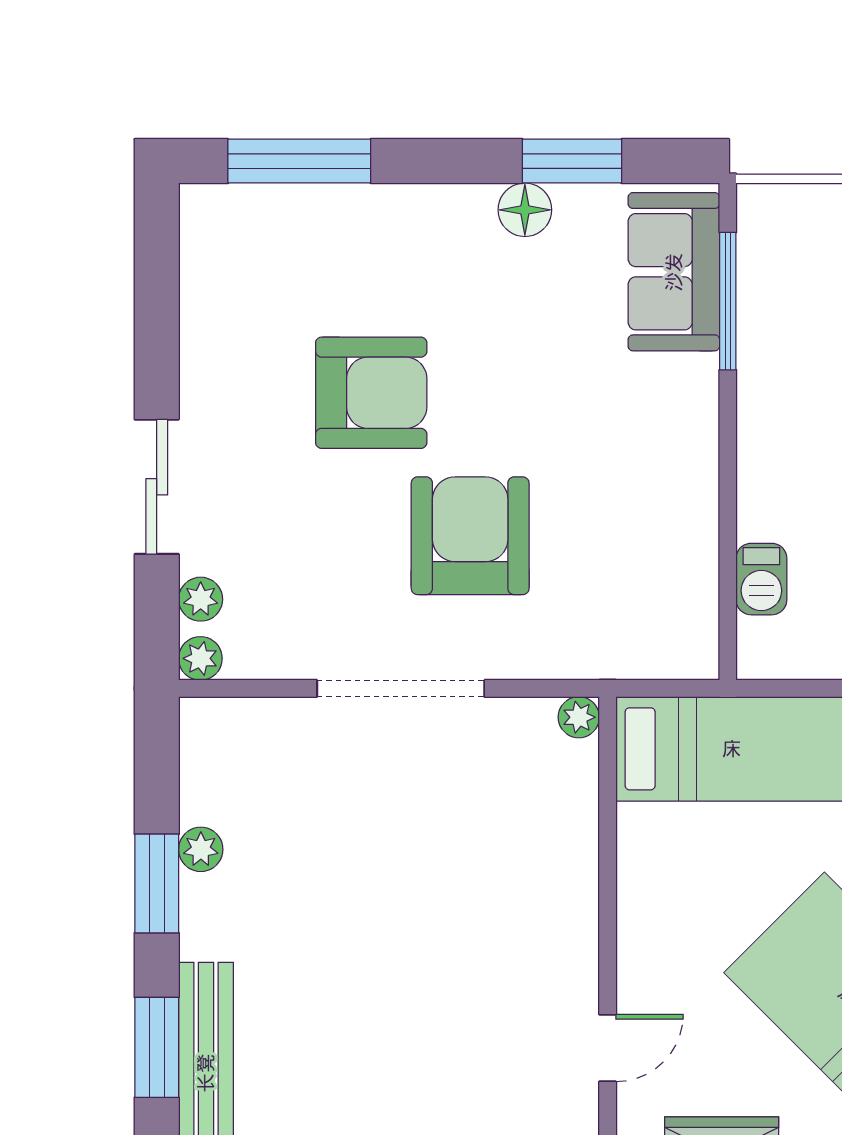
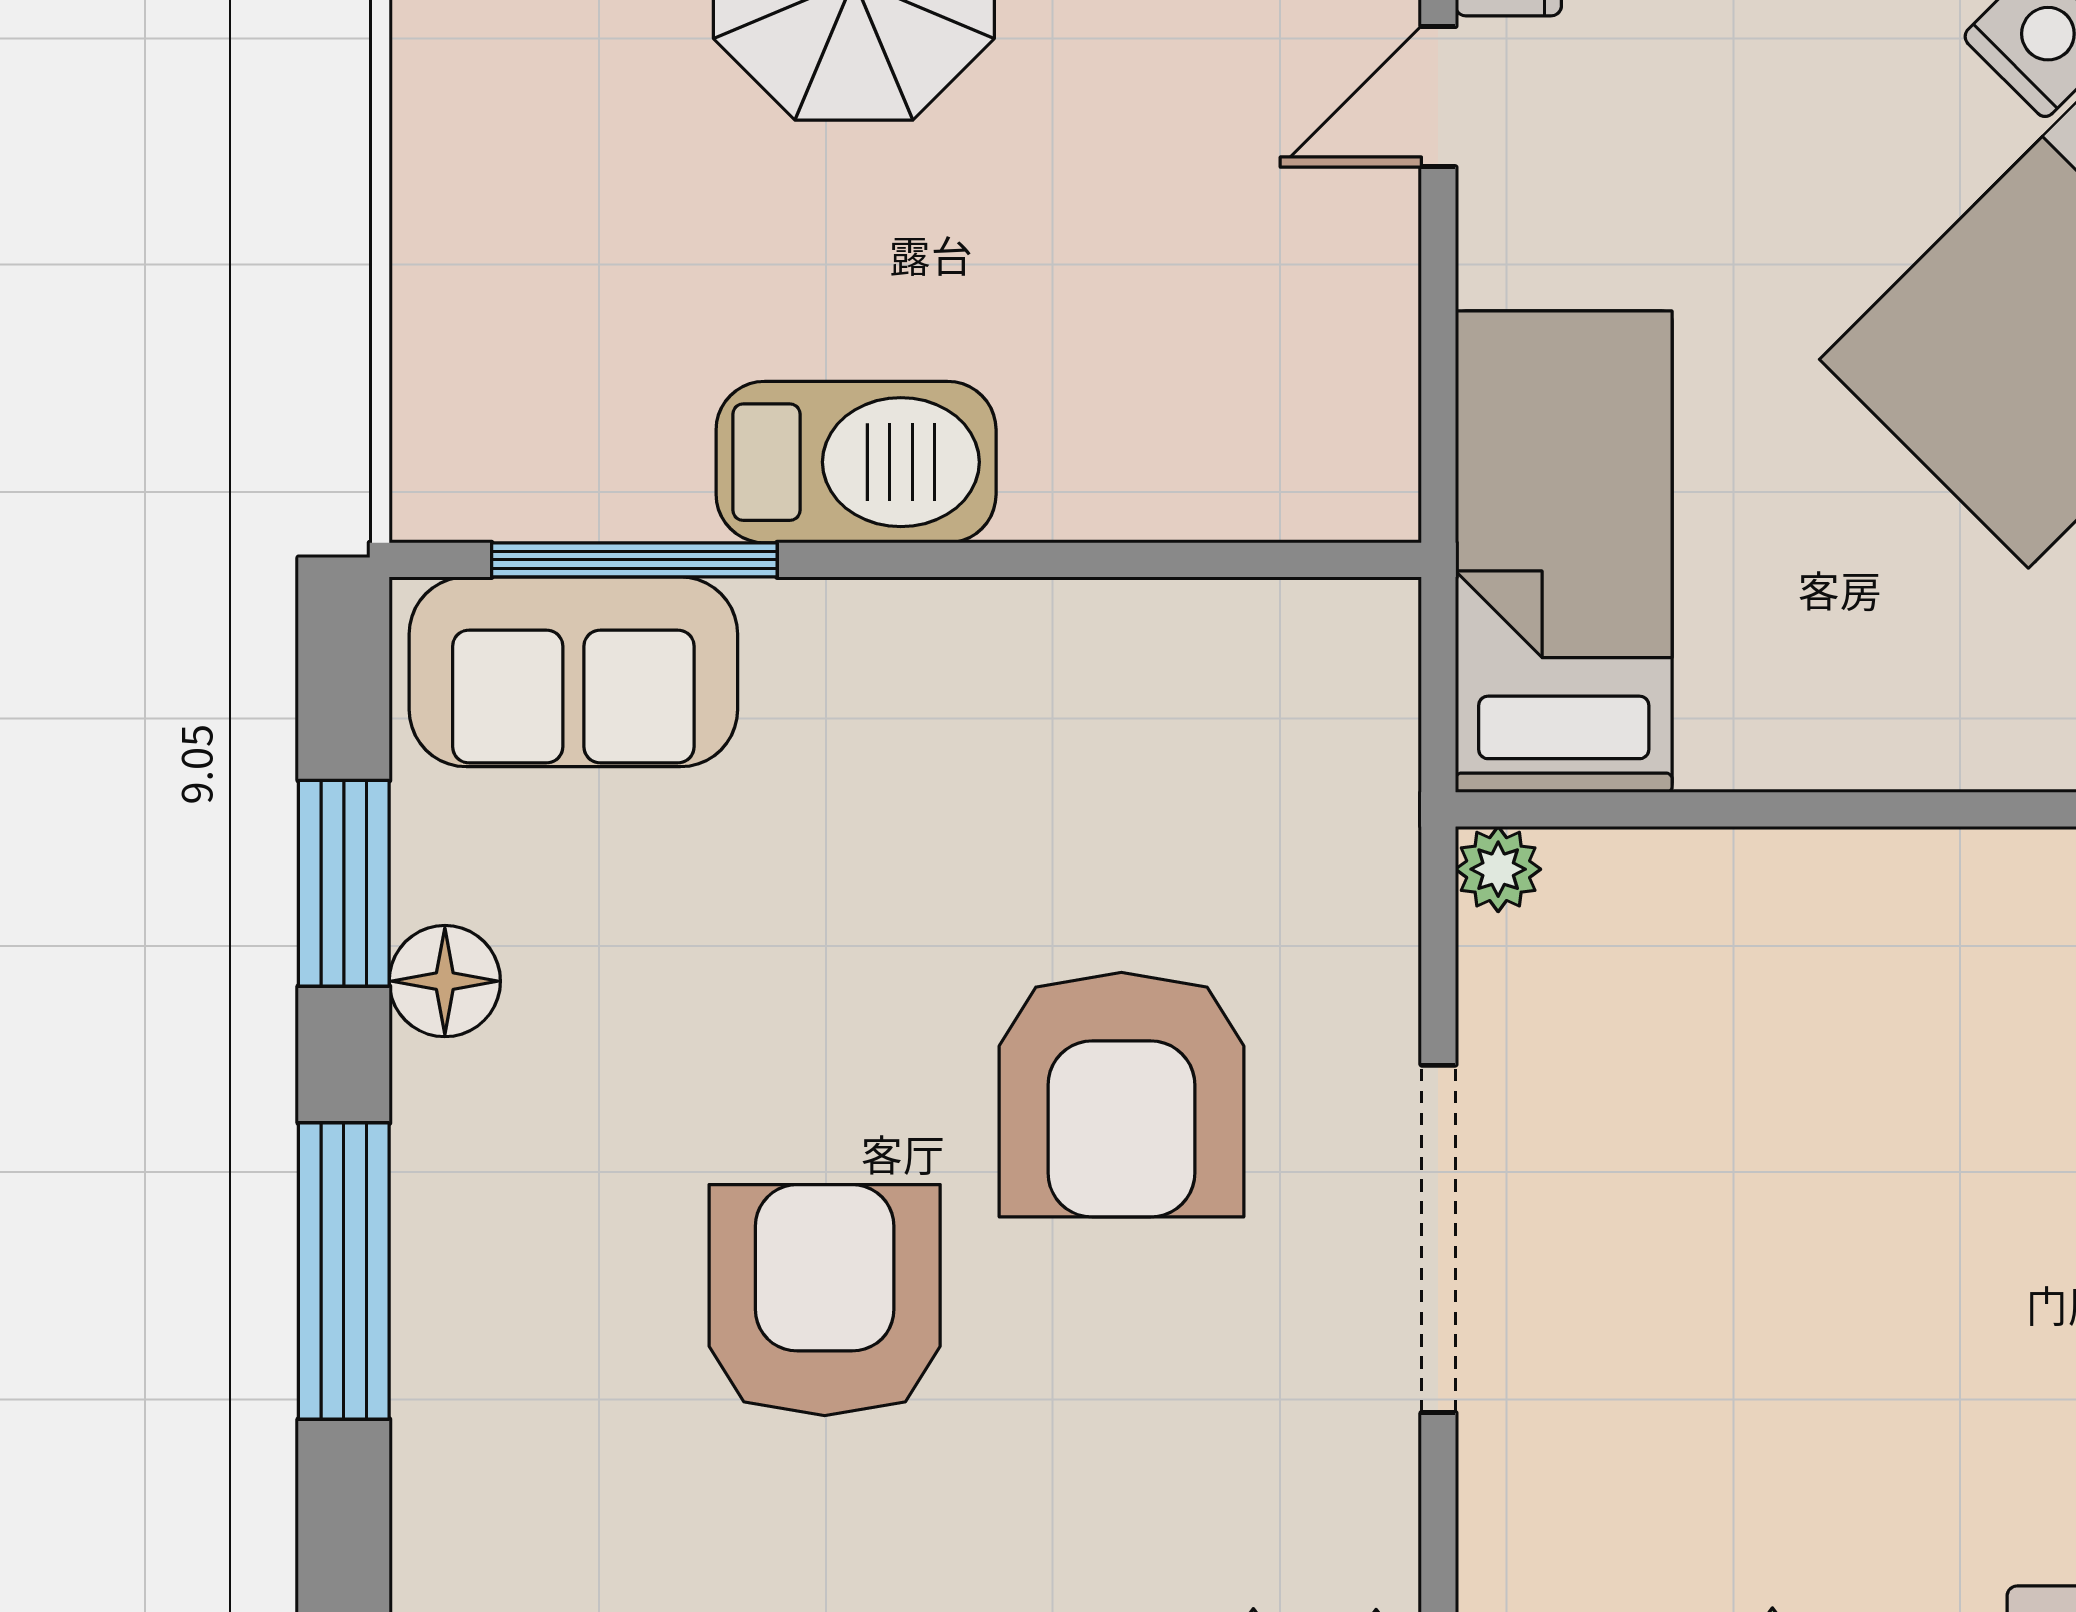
window: (299, 161) -> (344, 1271), moved
armchair: (470, 536) -> (1121, 1095), turned -90
barbecue: (761, 579) -> (856, 462), moved, width x1.88, depth x1.53

